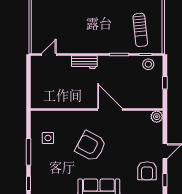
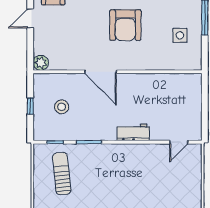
stool: (148, 64) -> (62, 107), moved
armchair: (91, 146) -> (125, 25), turned 62

